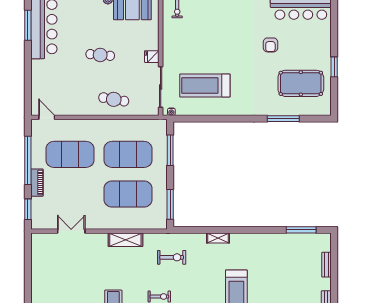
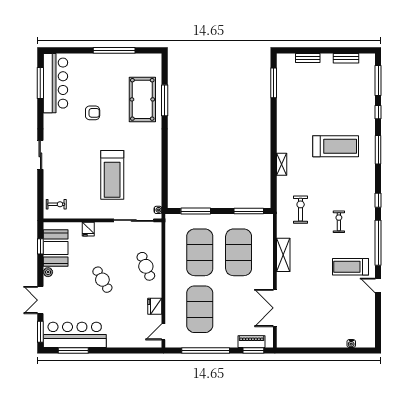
cafe table: (100, 55) -> (102, 280), turned -35
fridge: (152, 57) -> (88, 229), moved
window: (334, 67) -> (114, 50), width x2.11
pool table: (301, 83) -> (142, 99), moved
treadmill: (205, 85) -> (112, 175), moved
cafe table: (114, 99) -> (146, 266), turned -32
fridge: (73, 108) -> (155, 306), added
piano: (37, 183) -> (252, 342), moved
double door: (71, 231) -> (275, 308), width x1.37

